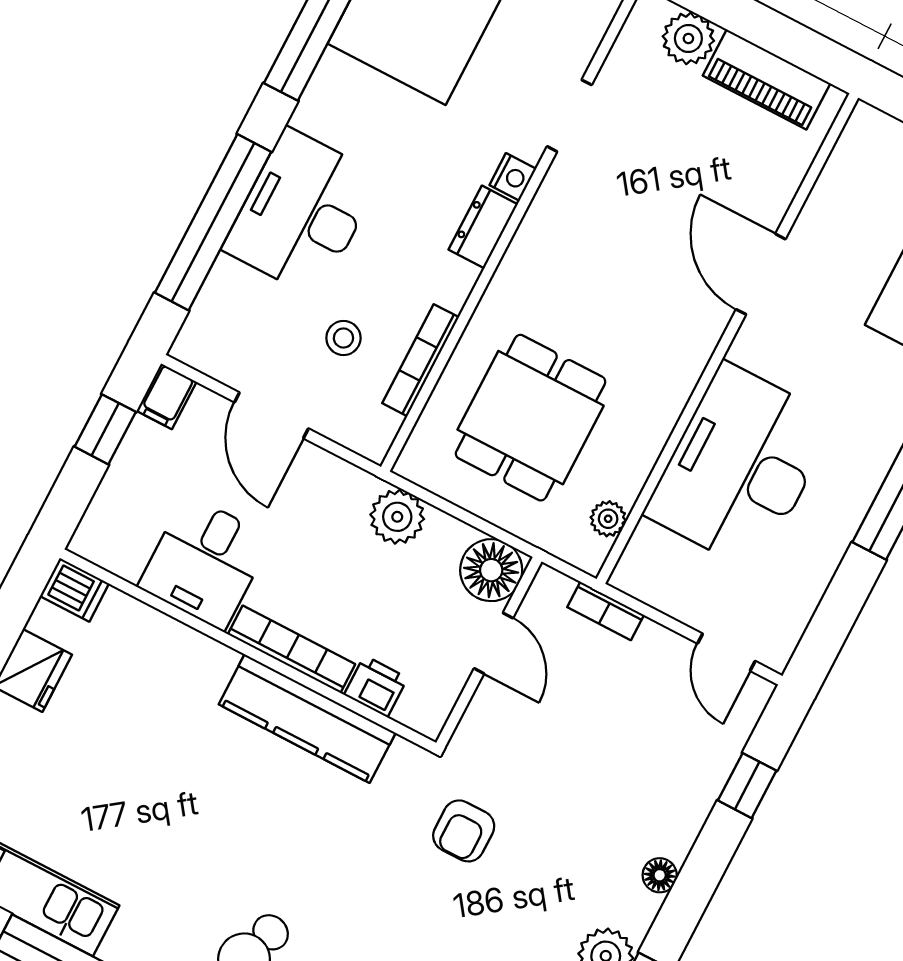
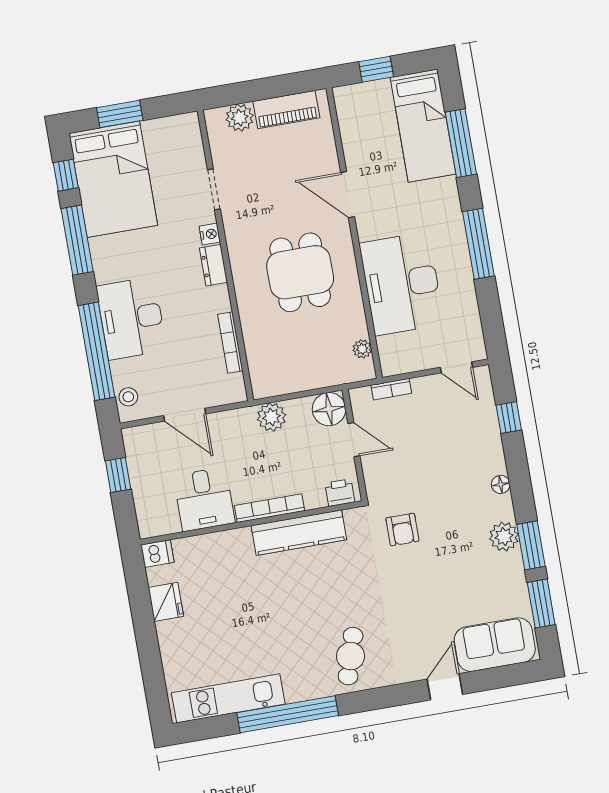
stool: (343, 338) -> (128, 397), moved
filing cabinet: (166, 396) -> (134, 441), removed
dining table: (531, 418) -> (300, 272), moved
printer: (376, 686) -> (340, 493), moved

